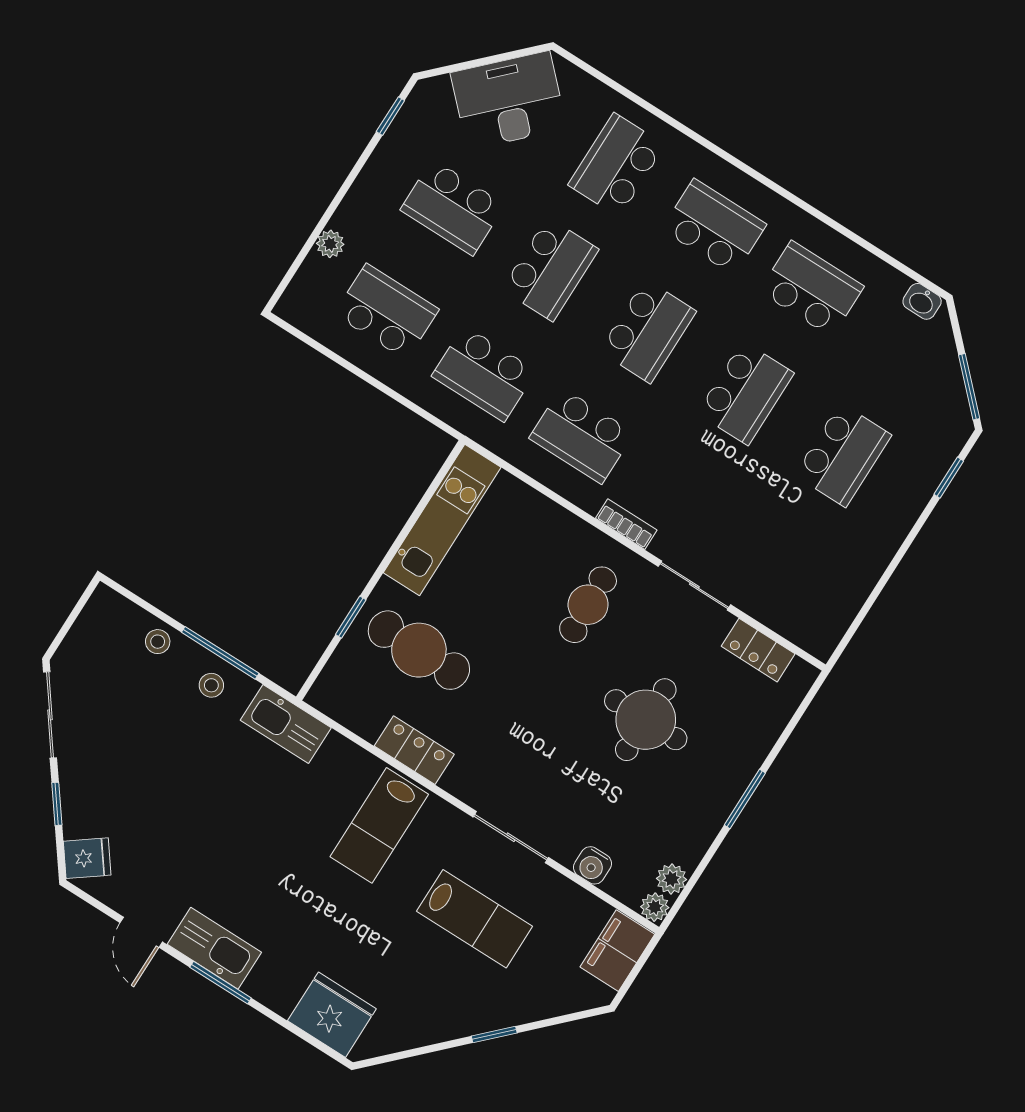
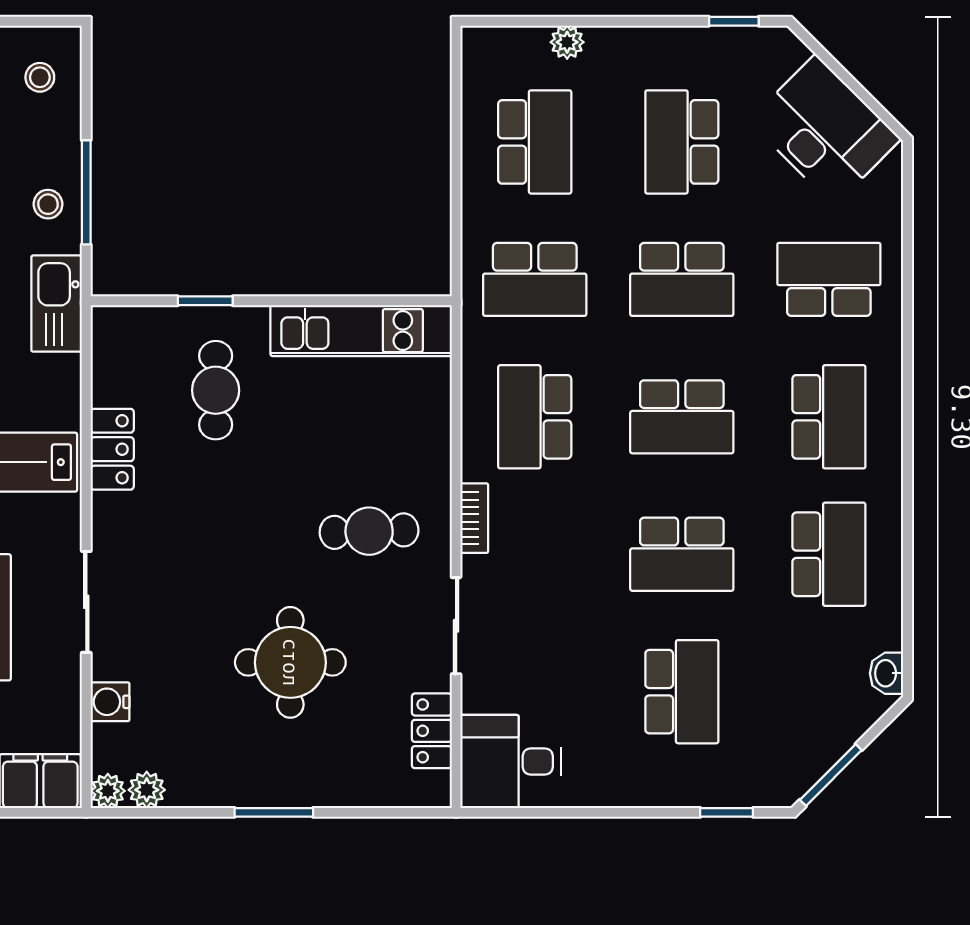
school desk: (484, 374) -> (535, 279), turned -90
school desk: (843, 455) -> (682, 692), turned -90
desk: (815, 608) -> (511, 761), added
stool: (158, 642) -> (40, 77), moved
cafe table: (419, 650) -> (216, 390), width x0.73, depth x0.74

